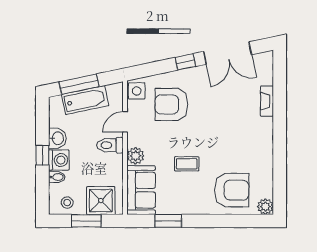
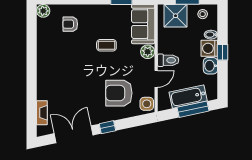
fireplace: (267, 101) -> (42, 113), moved
armchair: (171, 104) -> (119, 93), turned 180
armchair: (232, 190) -> (70, 24), width x0.53, depth x0.53

